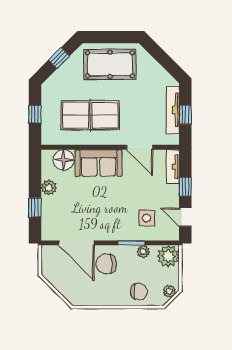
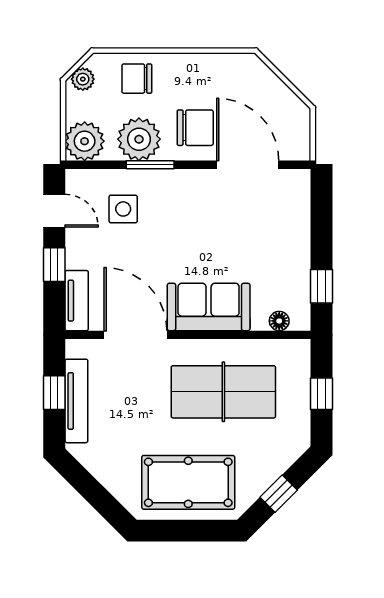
door: (140, 147) -> (135, 335), width x1.36
floor lamp: (64, 160) -> (279, 321), width x0.53, depth x0.53
plant: (49, 188) -> (297, 263), removed
window: (35, 207) -> (322, 286), moved
plant: (143, 252) -> (139, 139), width x1.88, depth x1.88

